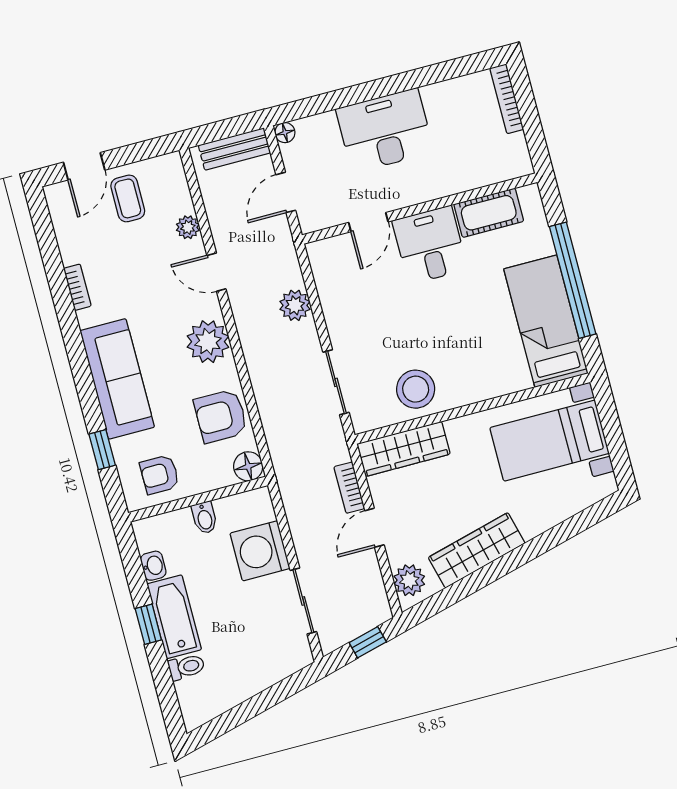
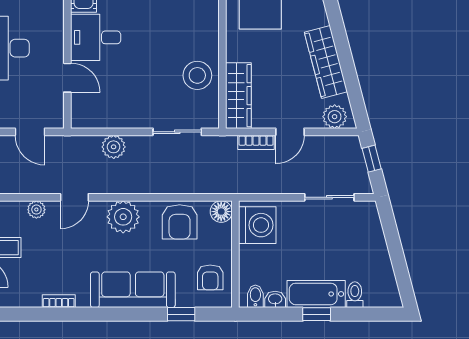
bidet: (204, 518) -> (255, 296), moved, turned -90
door: (374, 528) -> (290, 132), hinge flipped
washing machine: (260, 551) -> (257, 225), moved, turned -90

